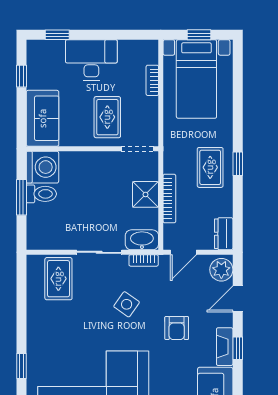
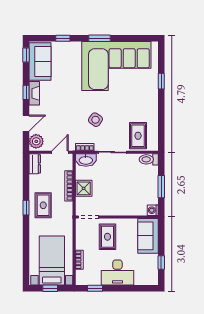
window: (57, 35) -> (95, 288), moved
washing machine: (42, 167) -> (153, 210), width x0.53, depth x0.53
toilet: (41, 194) -> (149, 159), moved
armchair: (177, 328) -> (64, 105), removed

